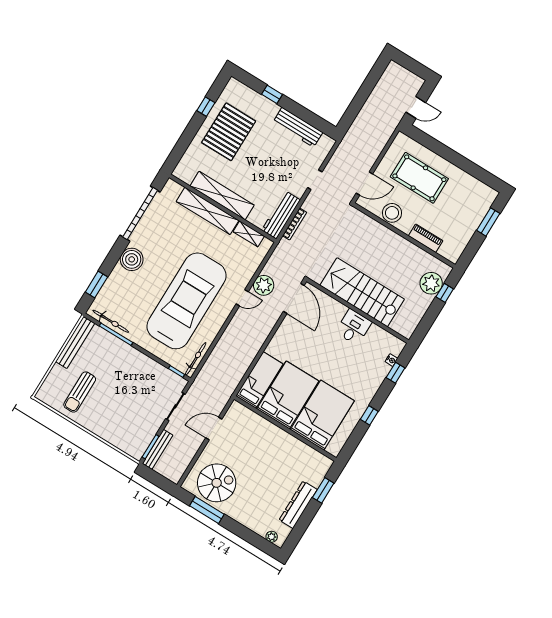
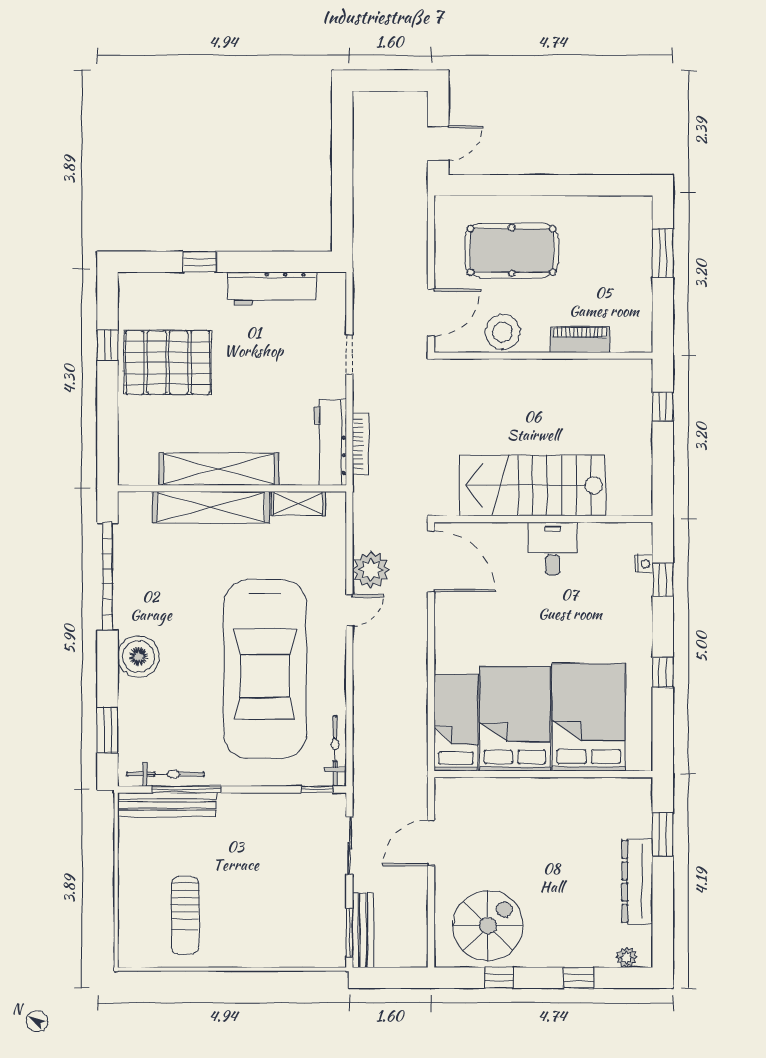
pallet: (229, 132) -> (168, 363), turned 90
plant: (431, 283) -> (632, 405), removed
car: (187, 301) -> (265, 669), turned 180
bench: (75, 342) -> (167, 805), moved, turned 90
window: (207, 510) -> (499, 978), width x0.46
window: (244, 533) -> (579, 978), added

